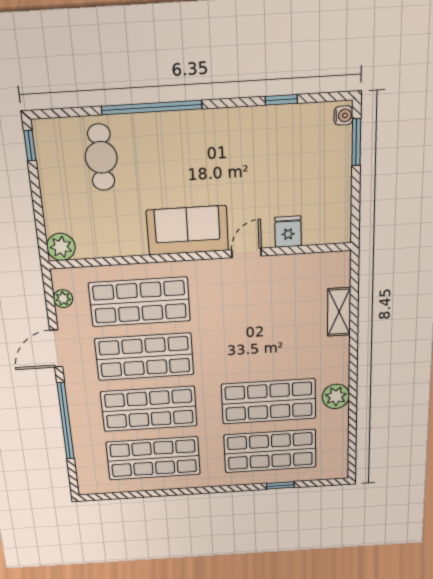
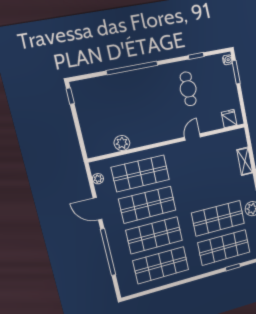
cafe table: (101, 157) -> (188, 89), moved
sofa: (187, 230) -> (160, 130), removed
fridge: (288, 232) -> (229, 119), moved
plant: (61, 247) -> (122, 143), moved
door: (56, 349) -> (98, 209), hinge flipped

